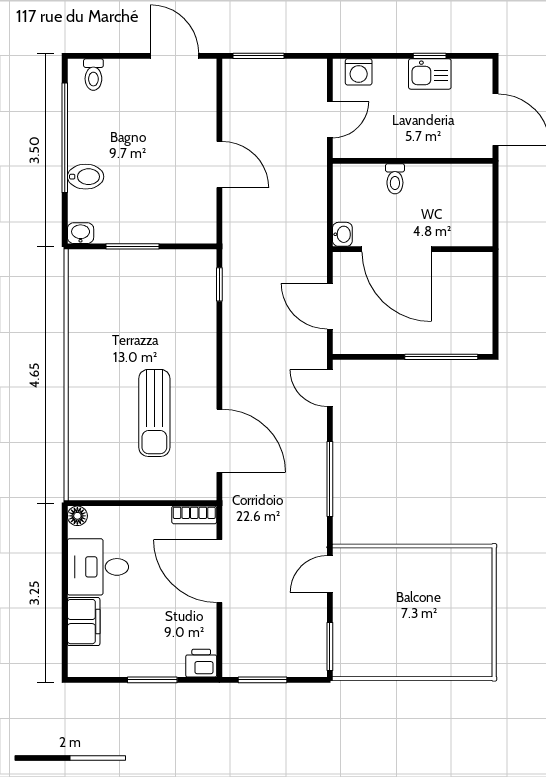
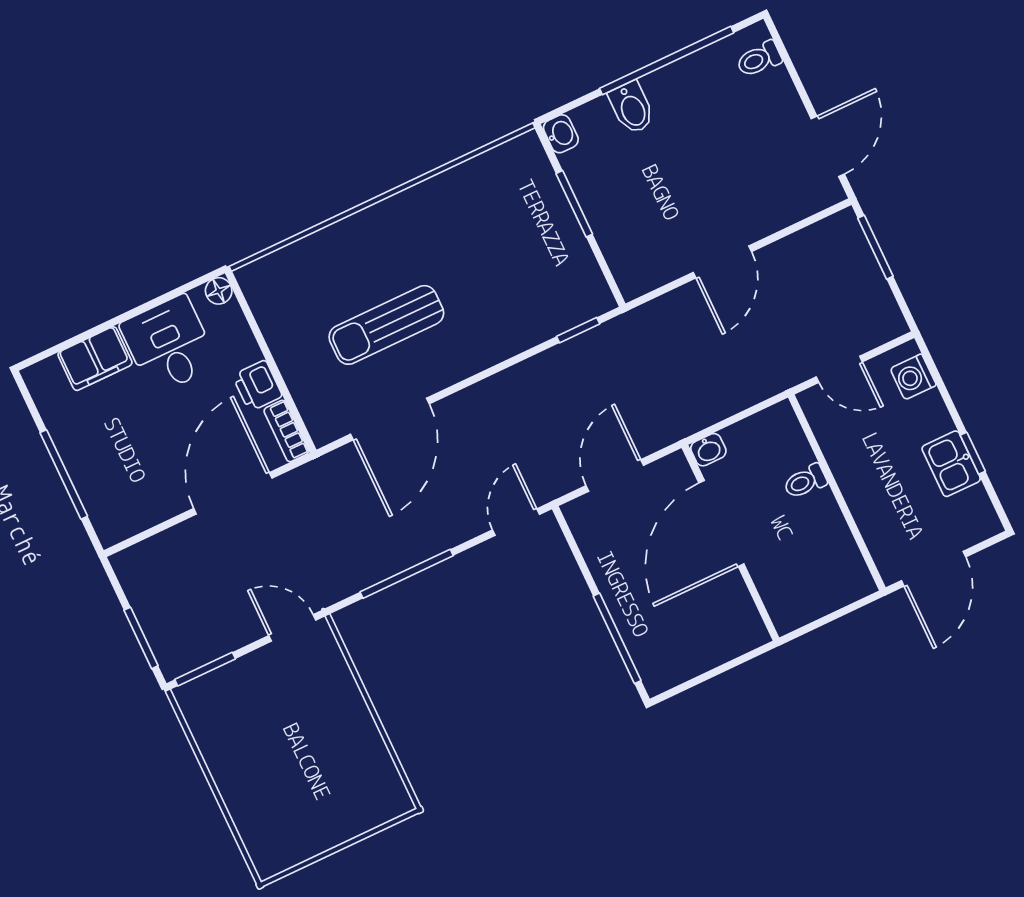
printer: (201, 663) -> (257, 386), moved, turned 180
window: (152, 680) -> (64, 474), width x1.44
window: (263, 680) -> (141, 638), moved

